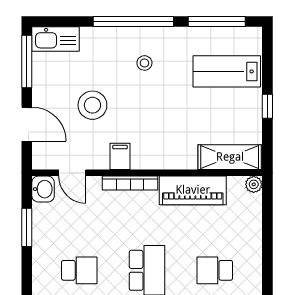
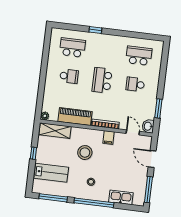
kitchen sink: (56, 39) -> (121, 197), moved
stool: (92, 105) -> (85, 153), moved

